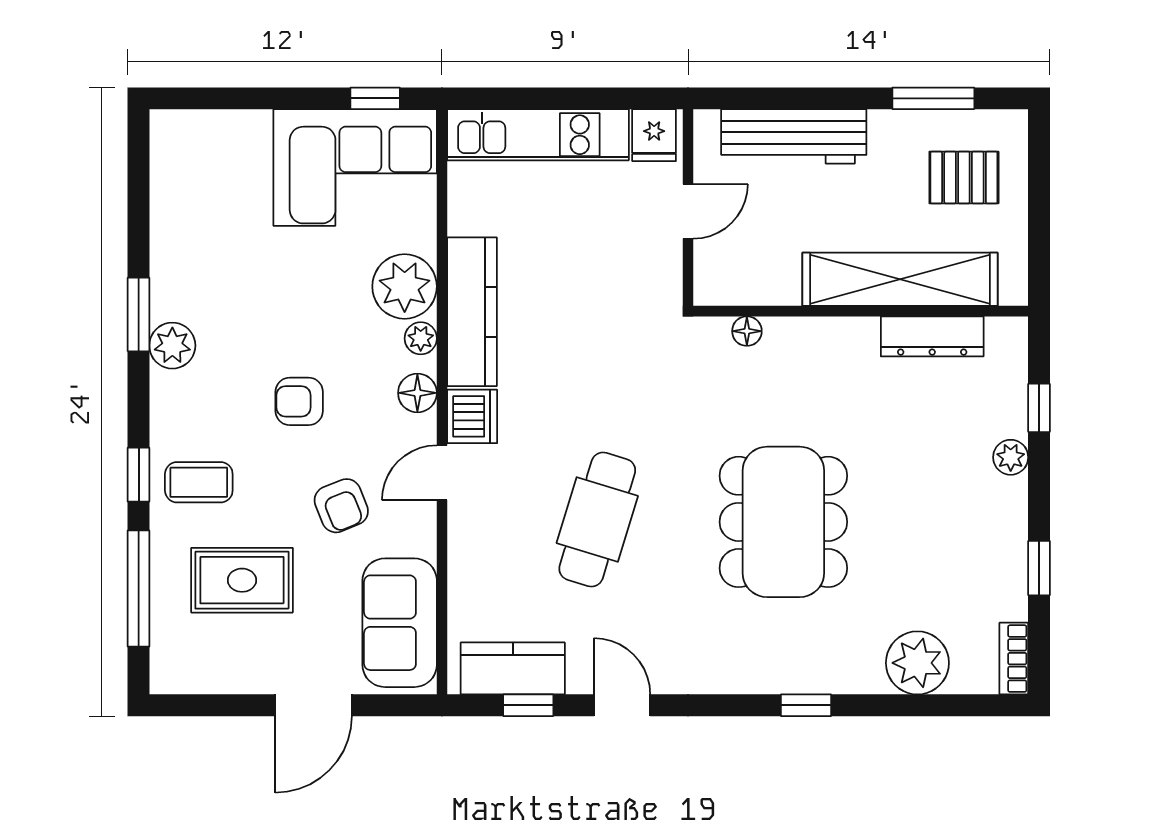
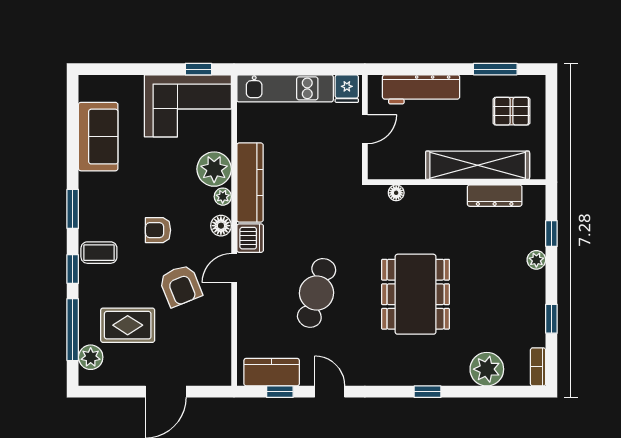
window: (139, 314) -> (73, 209), moved
plant: (172, 346) -> (91, 357), moved
coffee table: (199, 482) -> (99, 253), moved
armchair: (341, 506) -> (180, 286), width x1.38, depth x1.38
sofa: (400, 623) -> (98, 137), moved, turned 180

